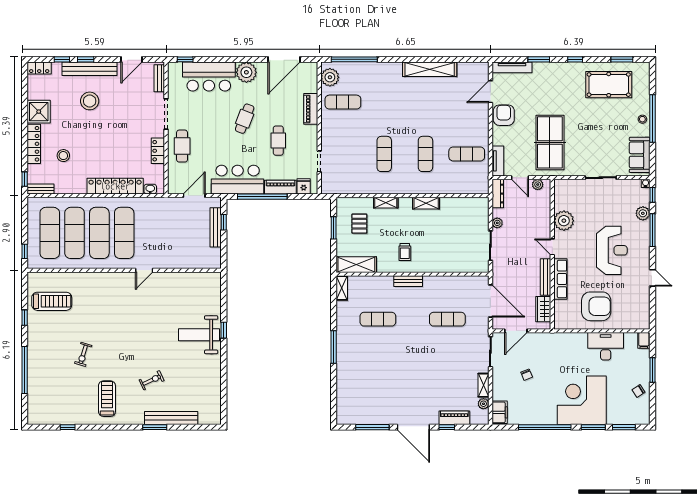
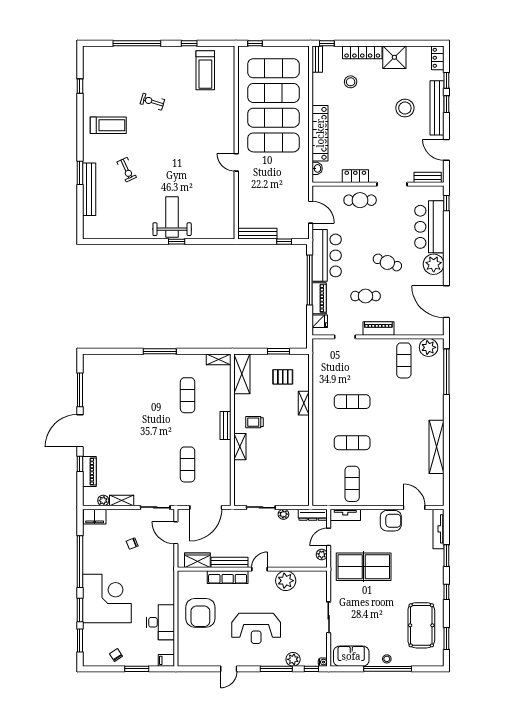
piano: (311, 109) -> (378, 328), moved
shelving: (426, 203) -> (240, 447), moved
bench: (216, 227) -> (257, 234), moved

